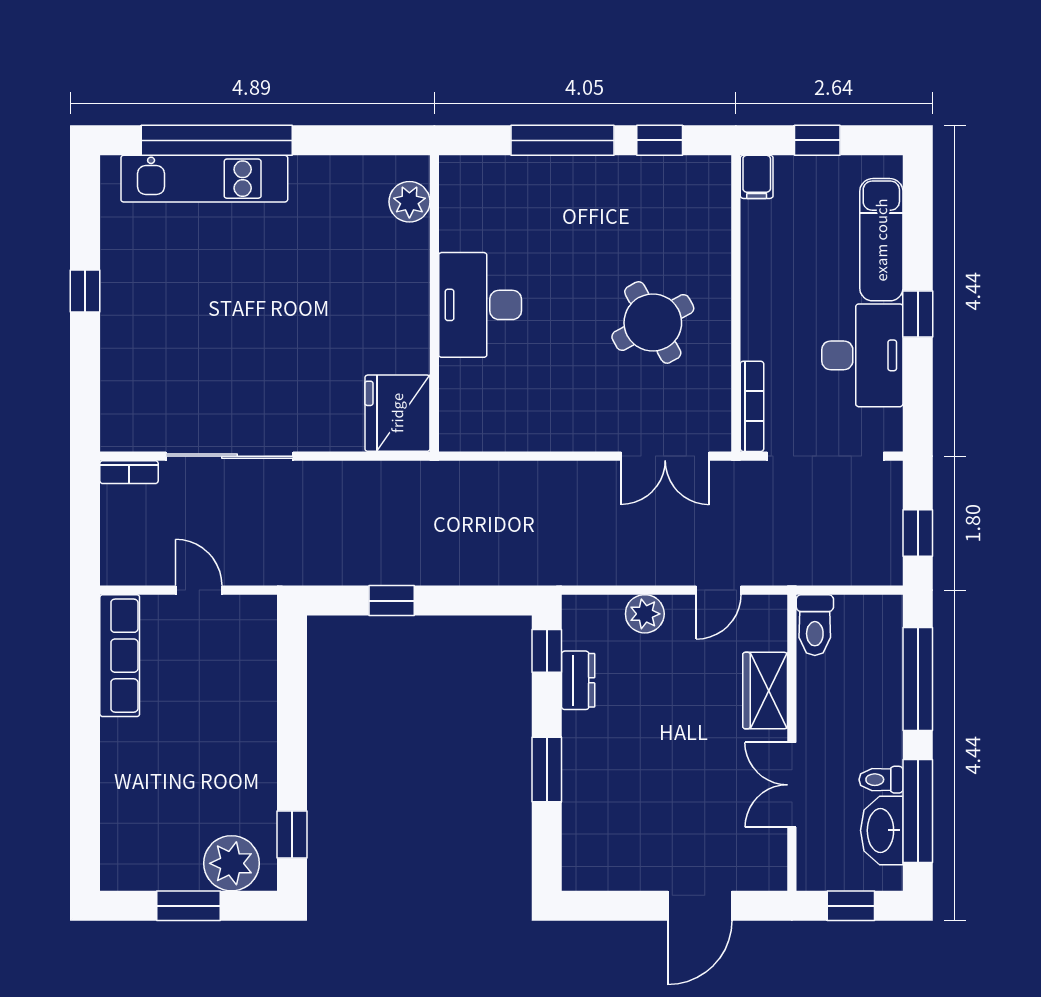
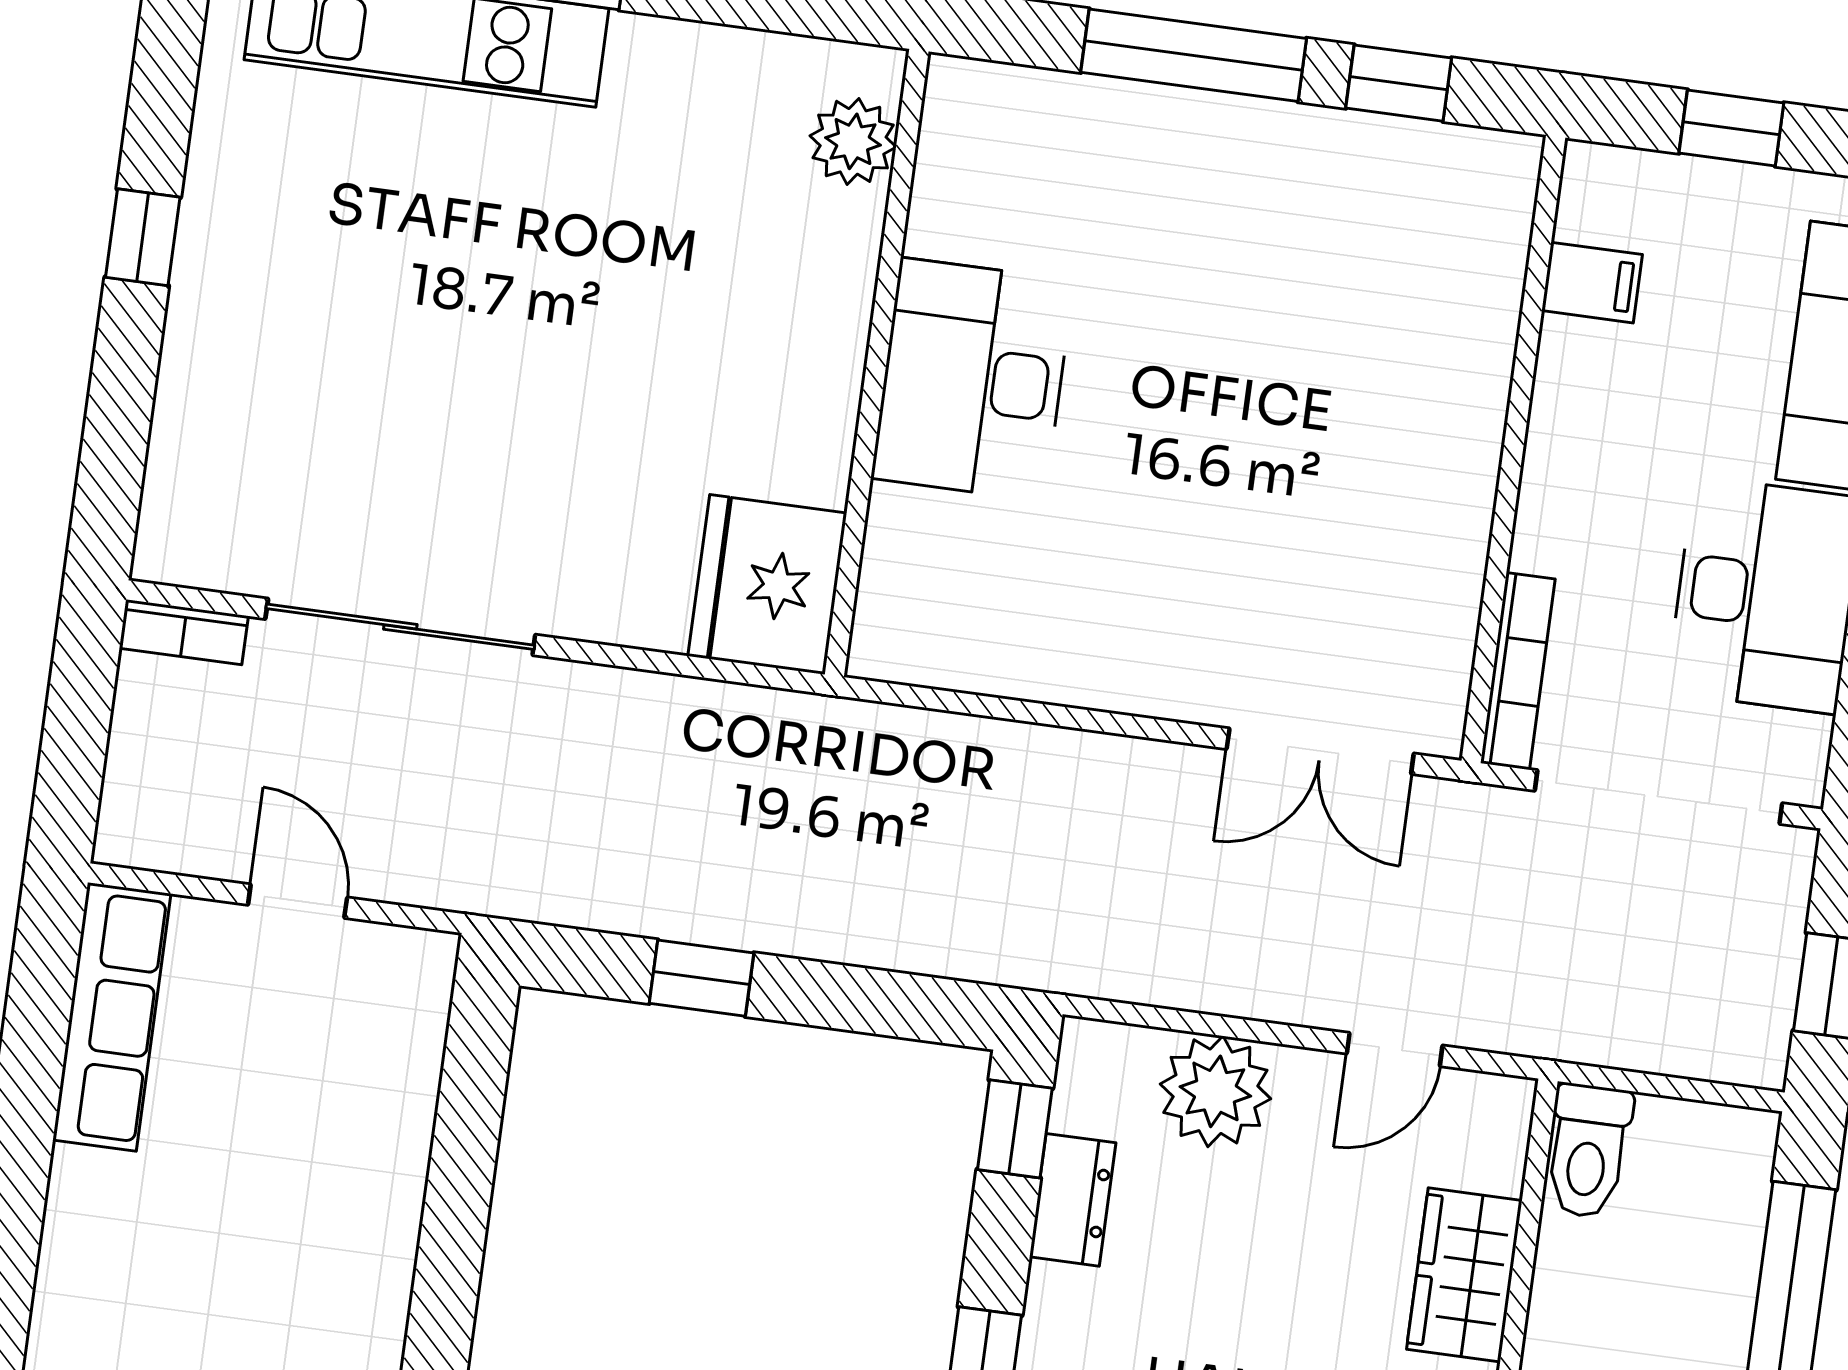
filing cabinet: (757, 177) -> (1592, 283), moved, turned -90
round table: (653, 322) -> (1332, 466), removed
plant: (645, 614) -> (1215, 1091), width x1.36, depth x1.36

